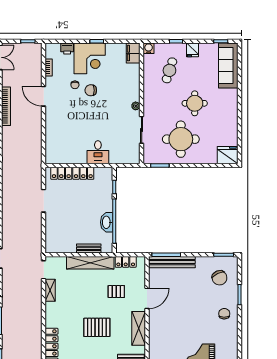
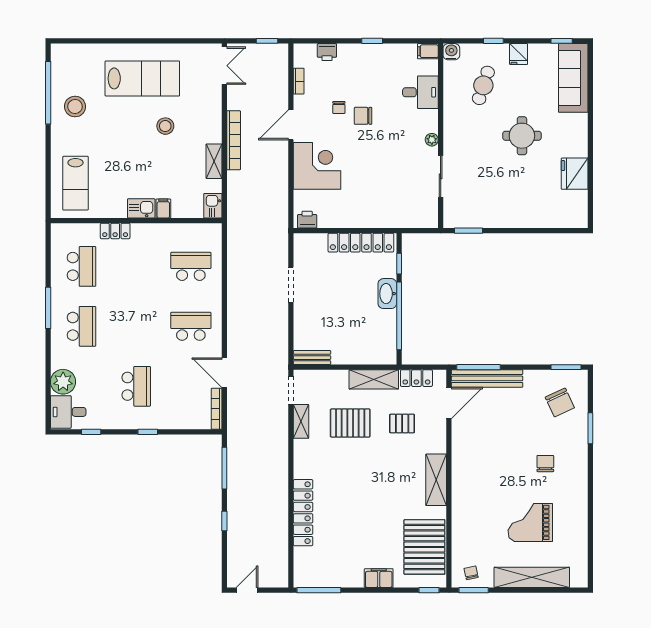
filing cabinet: (133, 53) -> (428, 51), width x0.50
corner desk: (90, 58) -> (317, 166), moved, turned -90
door: (44, 96) -> (291, 125), hinge flipped
round table: (181, 139) -> (501, 191), removed
desk: (98, 152) -> (420, 92), moved, turned -90
fridge: (228, 155) -> (575, 174), moved, turned -90
printer: (54, 158) -> (307, 220), added
locker: (72, 173) -> (361, 243), moved
washbasin: (107, 222) -> (387, 294), moved
bench: (89, 248) -> (312, 358), moved
shelving: (90, 263) -> (374, 379), width x0.68
door: (147, 298) -> (449, 403), moved
chair: (224, 314) -> (545, 464), moved
pallet: (97, 327) -> (350, 423), moved

